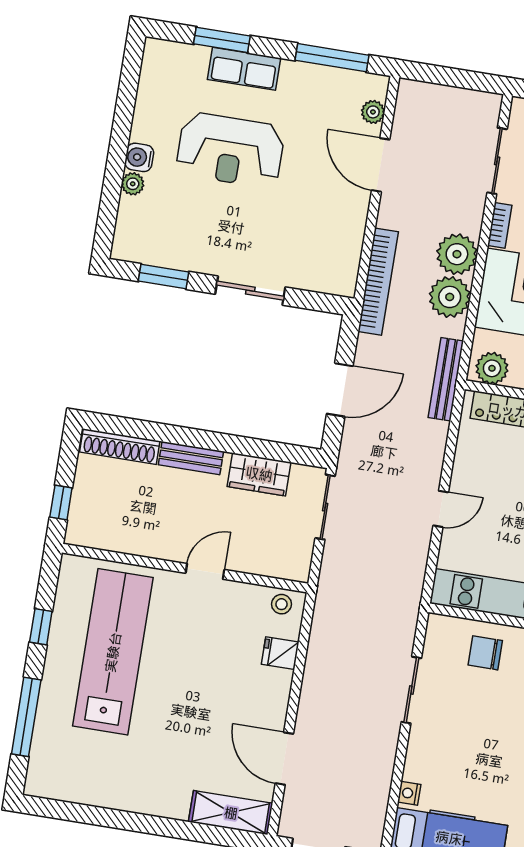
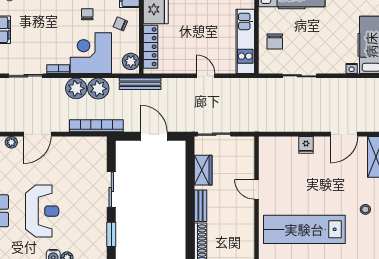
stool: (281, 604) -> (365, 209), moved
fridge: (280, 653) -> (306, 145), moved

